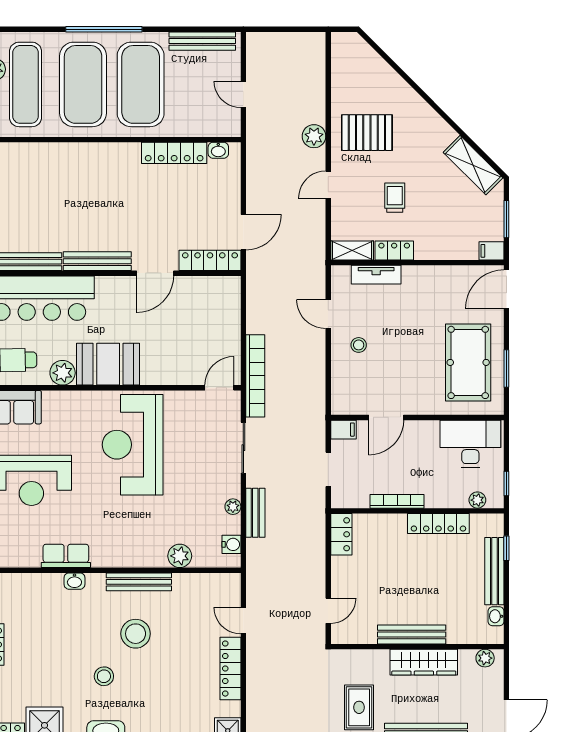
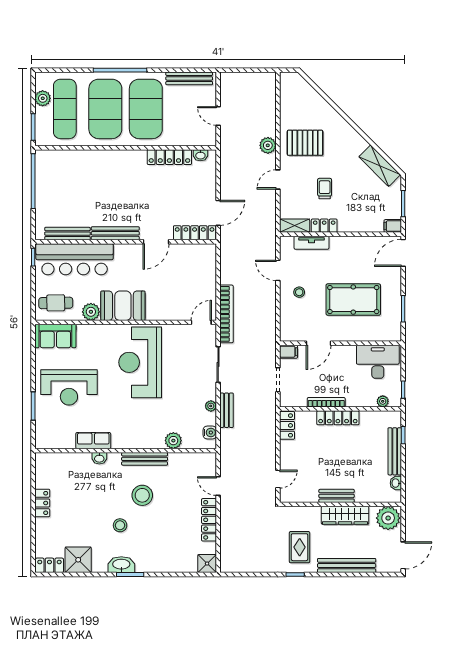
pool table: (468, 362) -> (353, 300), moved, turned 90
locker: (438, 524) -> (338, 418), moved
bench: (412, 635) -> (337, 496), width x0.73
plant: (485, 658) -> (388, 518), width x1.88, depth x1.88

